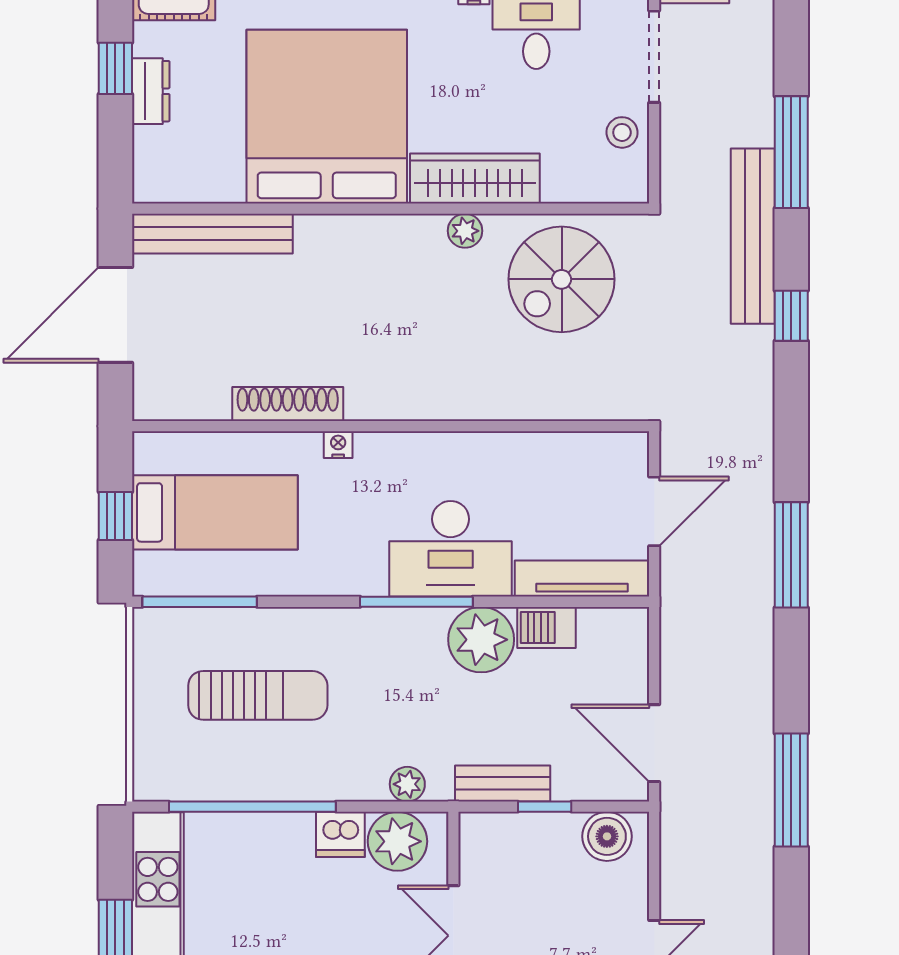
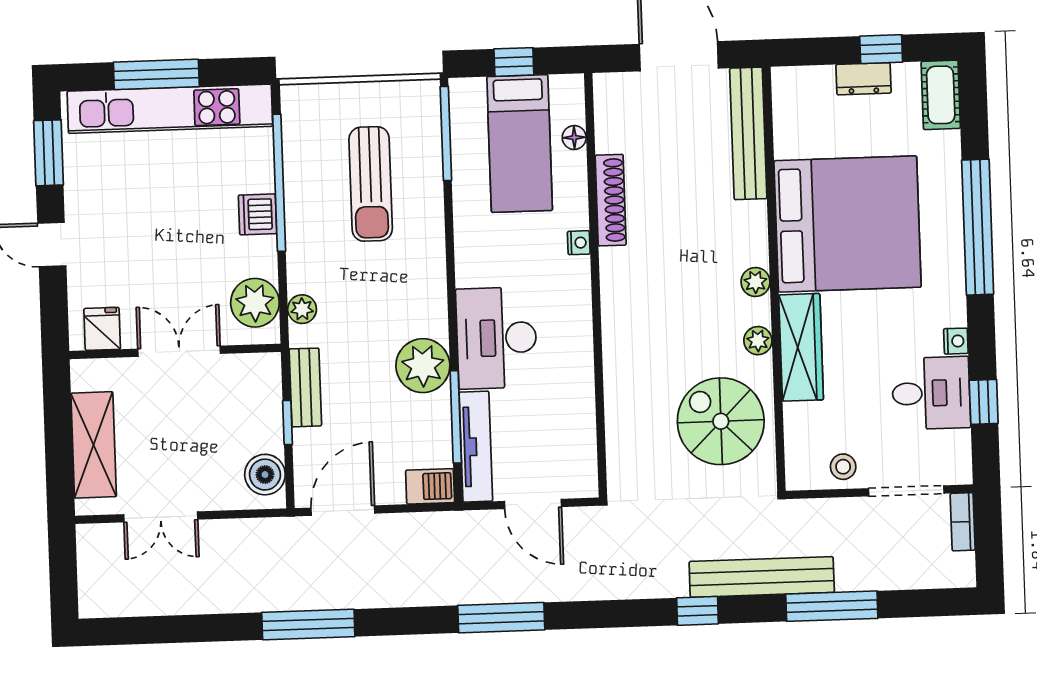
plant: (393, 231) -> (755, 282), added
floor lamp: (210, 446) -> (574, 138), added
window: (416, 602) -> (456, 417), moved
barbecue: (546, 627) -> (430, 486), moved, turned 90
dishwasher: (340, 834) -> (258, 214), moved

